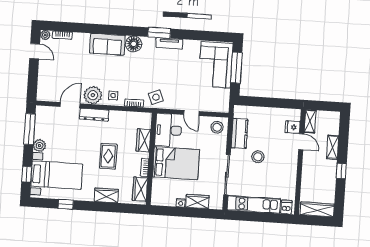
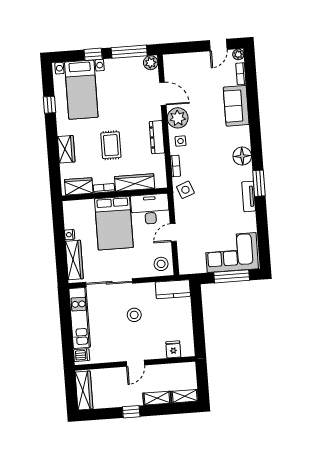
sofa: (107, 44) -> (236, 106), moved
dresser: (94, 115) -> (157, 137), moved
shelving: (310, 121) -> (185, 396), moved
kitchen counter: (240, 133) -> (173, 289), moved
wardrobe: (143, 140) -> (135, 183), width x1.50
door: (301, 142) -> (135, 363), moved
plant: (40, 146) -> (151, 63), moved
rug: (108, 156) -> (111, 145), turned 90
window: (27, 174) -> (93, 54), moved
wardrobe: (197, 202) -> (74, 260), width x1.50

